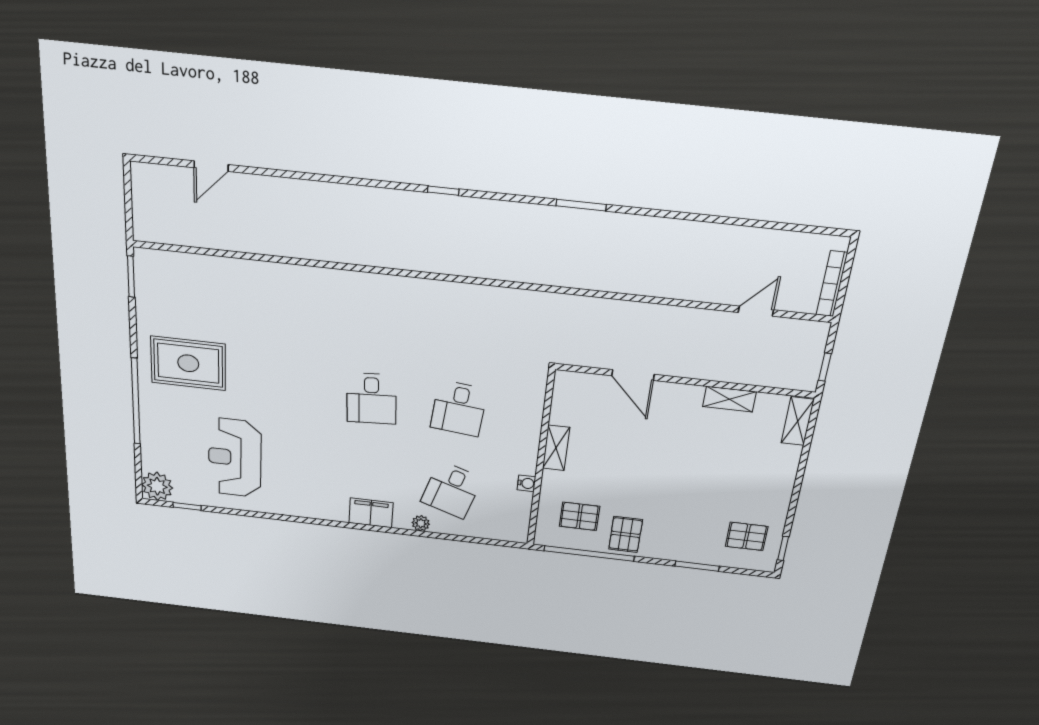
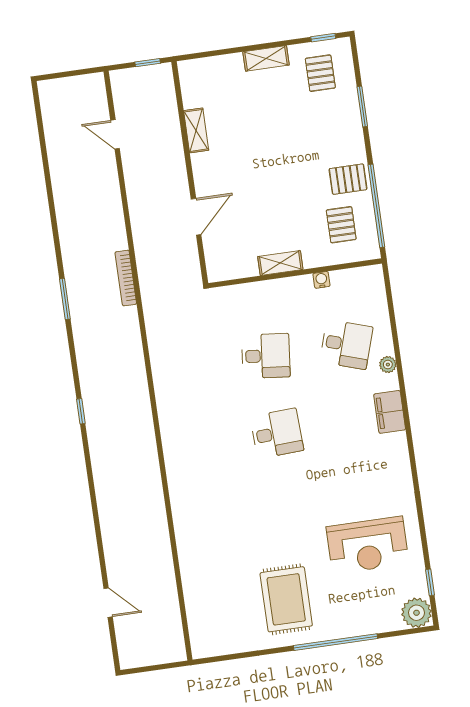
window: (131, 277) -> (219, 659), removed
bookcase: (832, 284) -> (126, 278), moved, turned 90
shelving: (798, 421) -> (266, 58), moved

